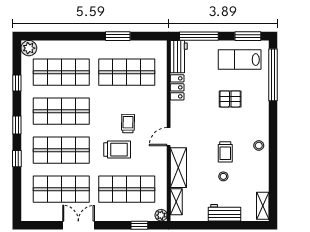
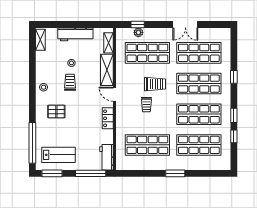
window: (118, 36) -> (175, 173), moved
plant: (29, 48) -> (224, 164), removed
locker: (177, 87) -> (108, 118), moved
pallet: (230, 99) -> (56, 112), moved
window: (17, 125) -> (234, 115), moved
door: (169, 137) -> (114, 94), swing flipped
trolley: (117, 150) -> (155, 84), turned 180
workbench: (224, 213) -> (75, 34), width x1.38
plant: (161, 215) -> (138, 32), moved

